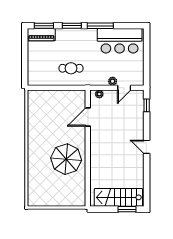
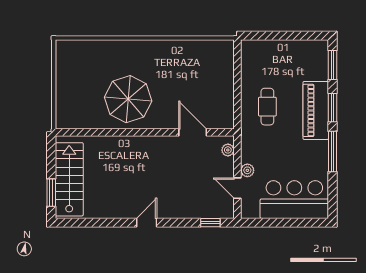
piano: (41, 35) -> (316, 110), moved, width x1.37, depth x1.33
bar counter: (120, 41) -> (294, 200), moved, turned 90

